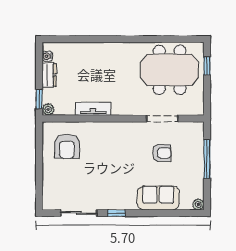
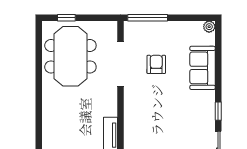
doorway: (162, 118) -> (121, 64), width x1.36
window: (207, 159) -> (148, 18), moved

